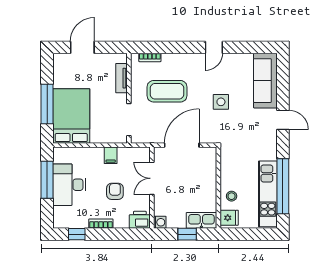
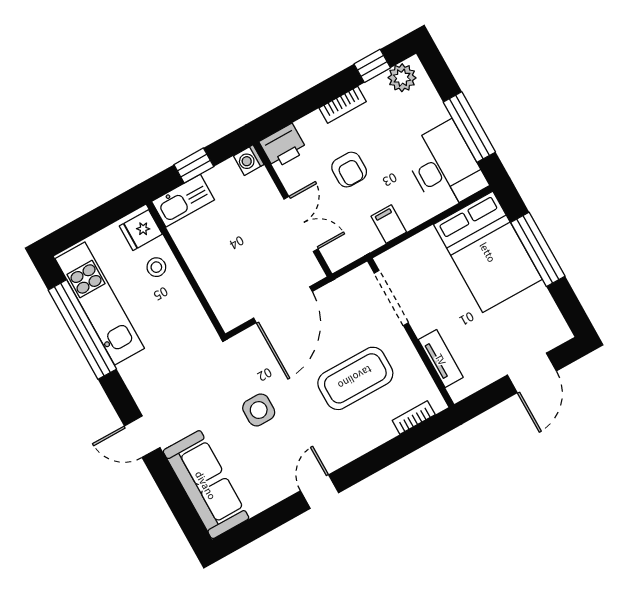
desk: (69, 185) -> (445, 167), moved
plant: (66, 221) -> (402, 78), added

